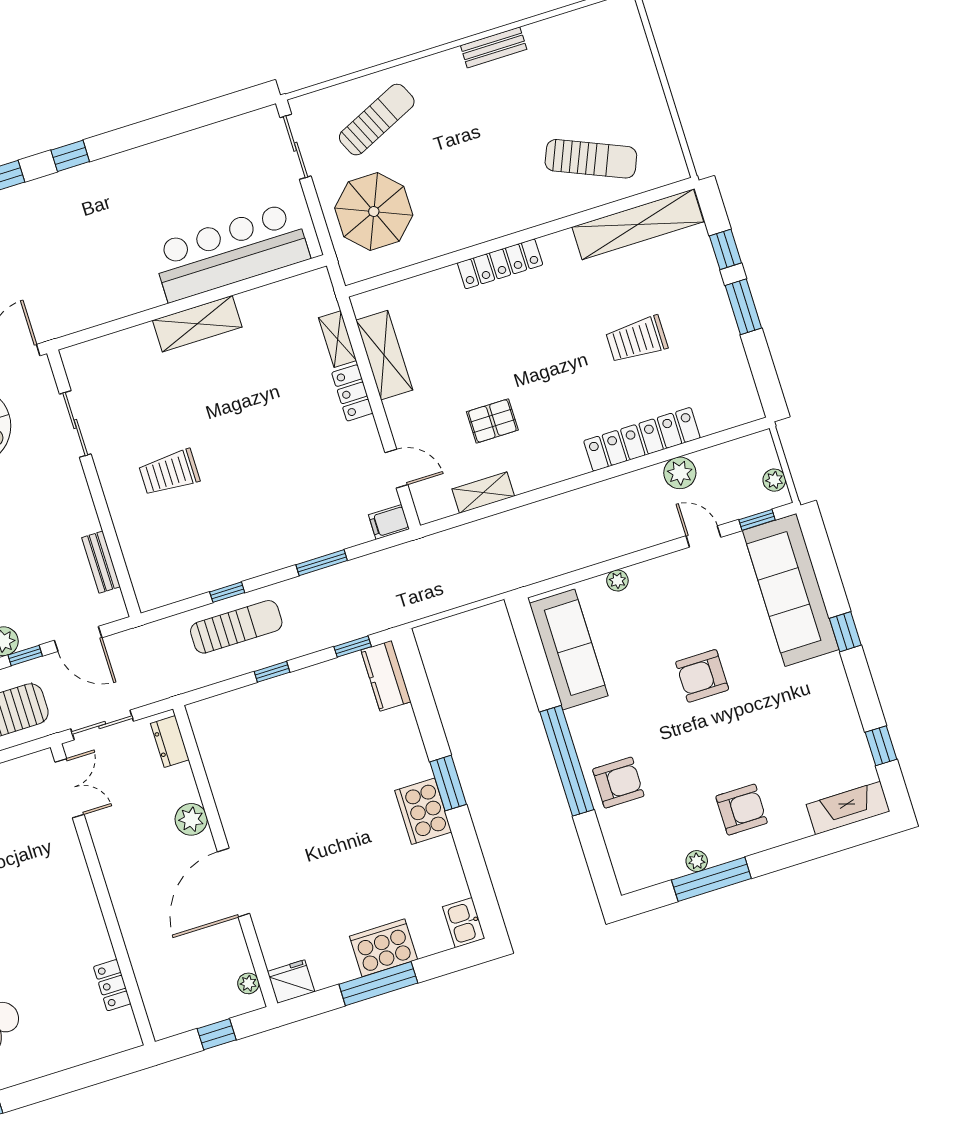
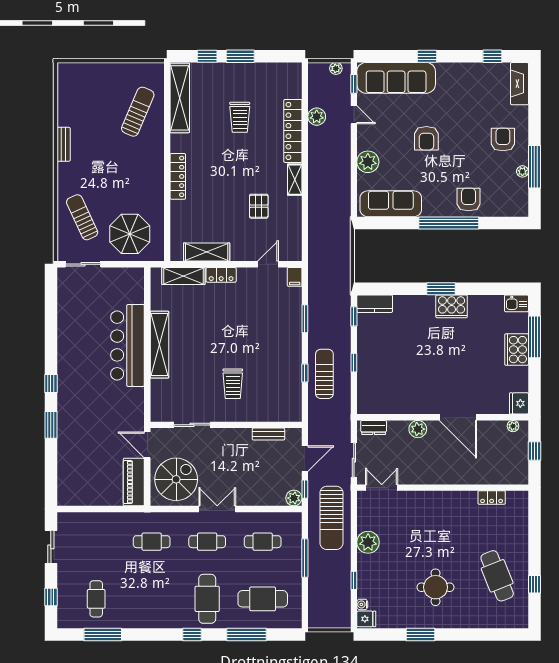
bar counter: (231, 252) -> (128, 345), moved
shelving: (197, 324) -> (159, 345), width x1.47
shelving: (338, 339) -> (183, 276), width x1.50, depth x1.33
shelving: (483, 493) -> (295, 180), moved
door: (703, 537) -> (354, 115), swing flipped
plant: (617, 581) -> (368, 162), width x1.88, depth x1.88
window: (378, 984) -> (534, 337), moved

